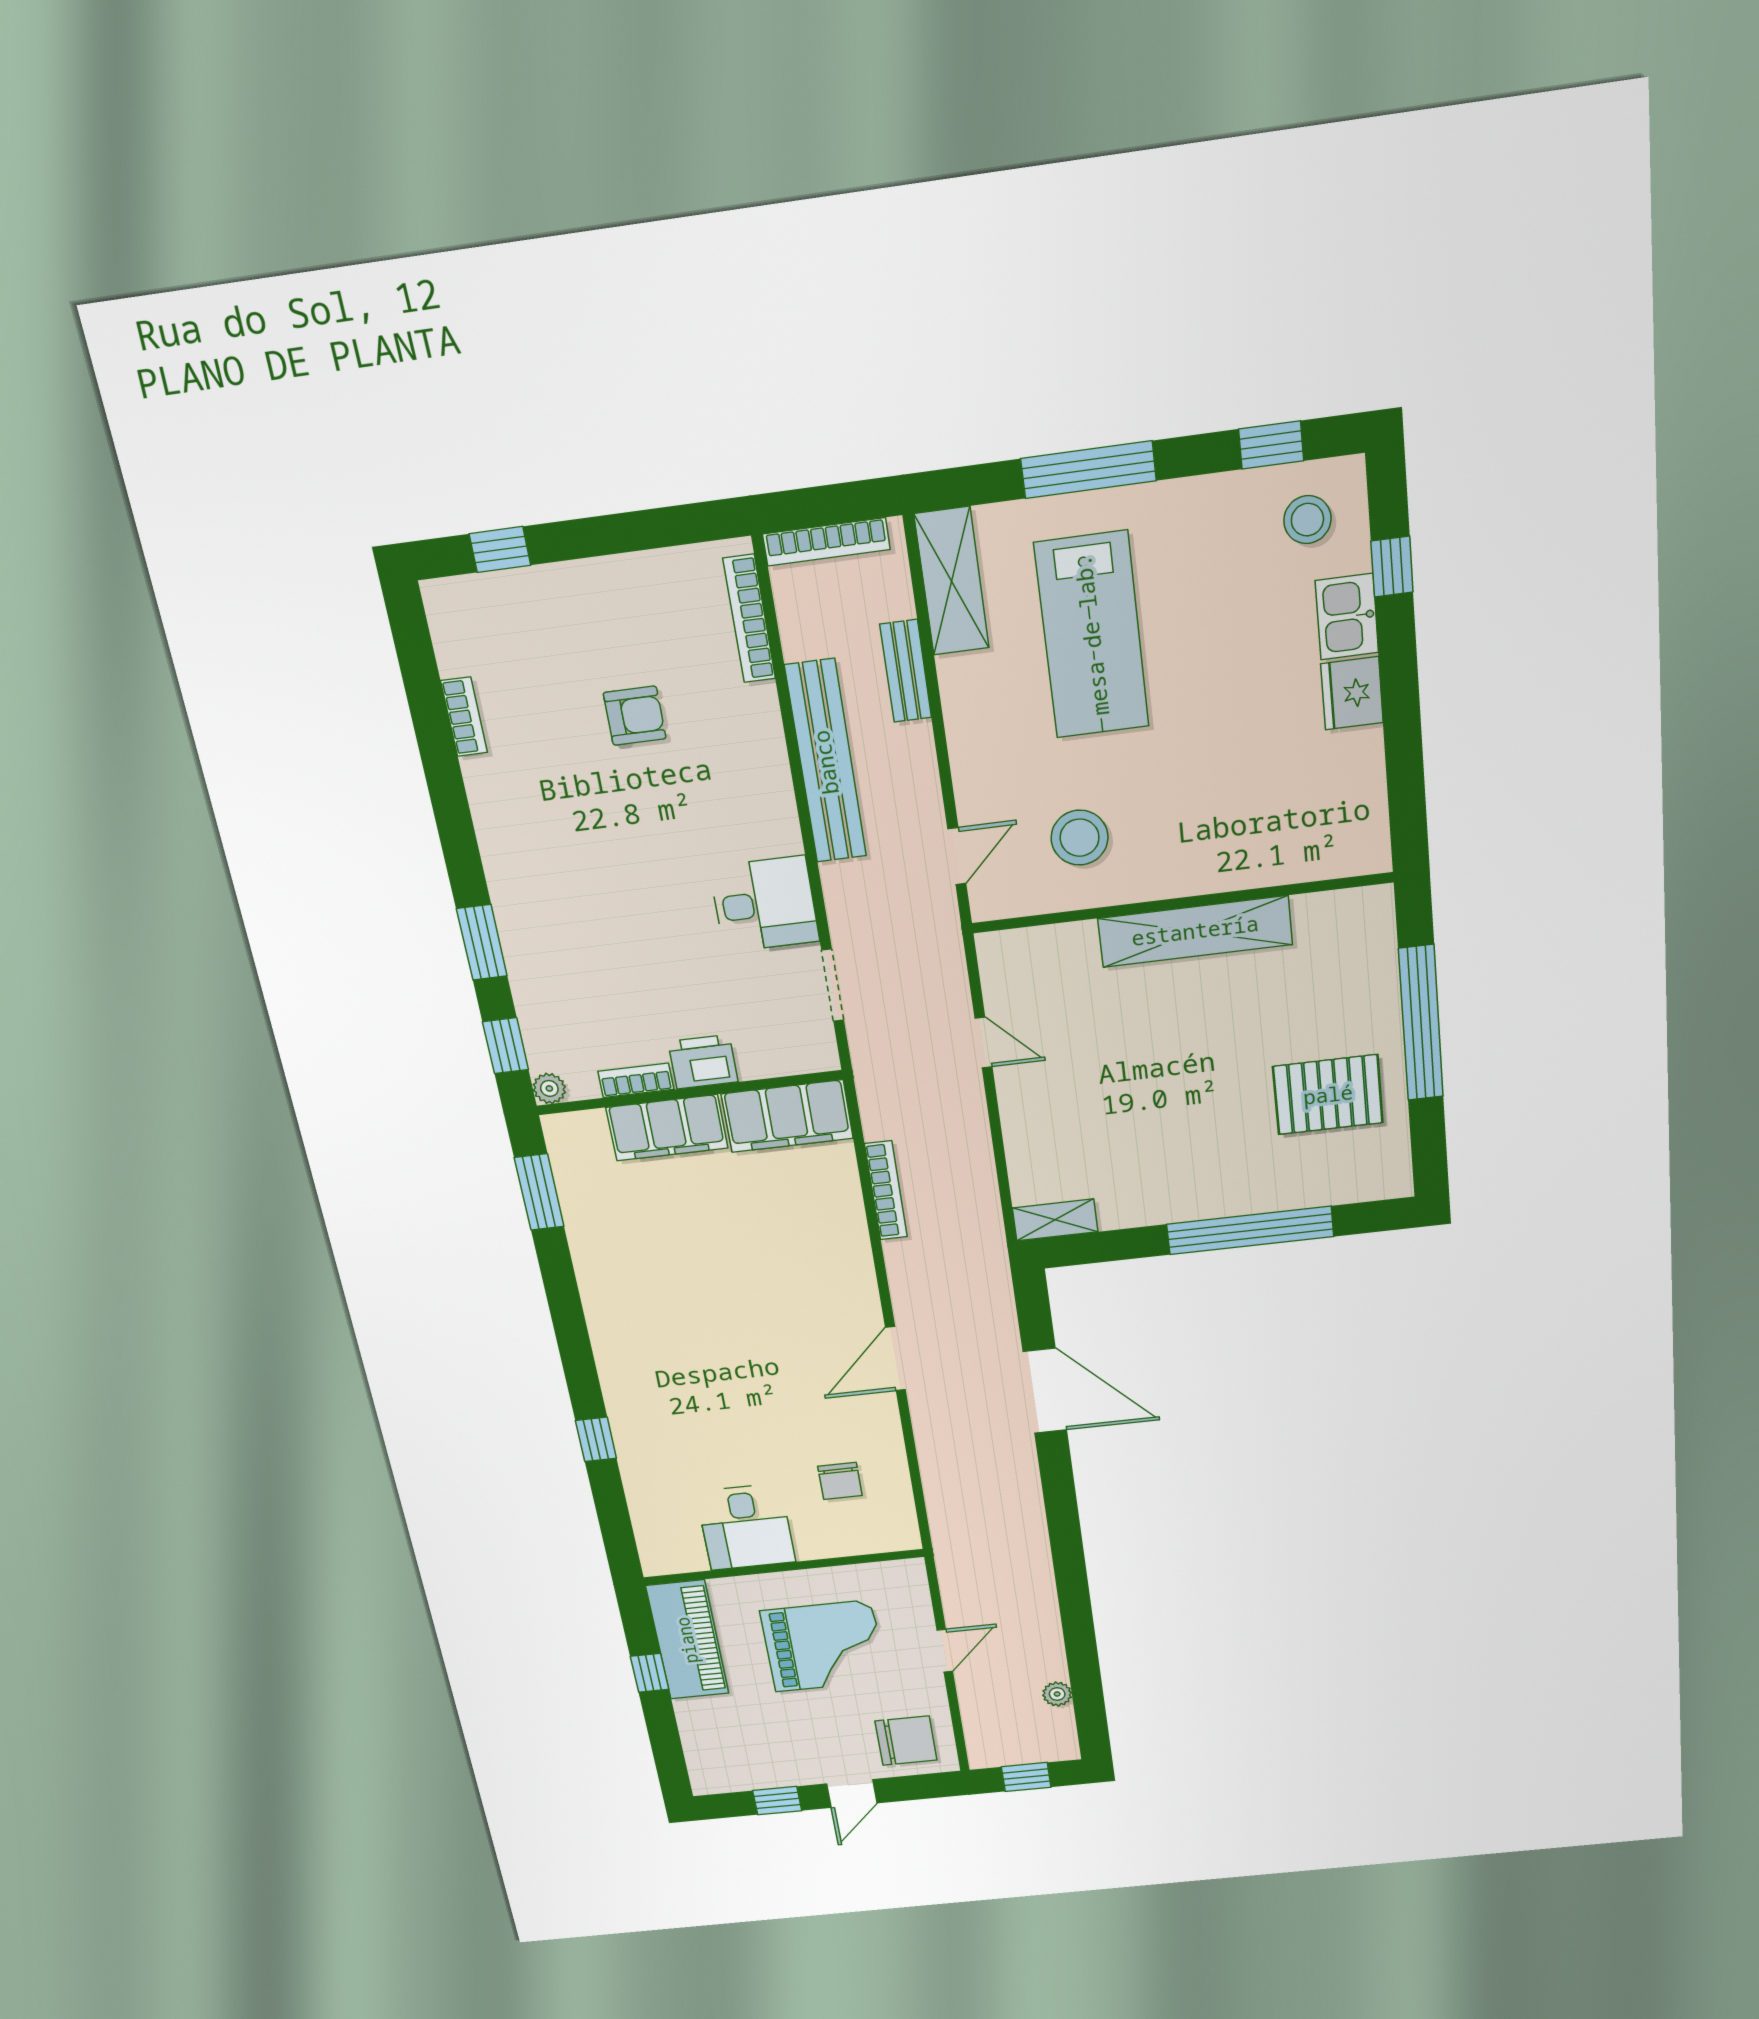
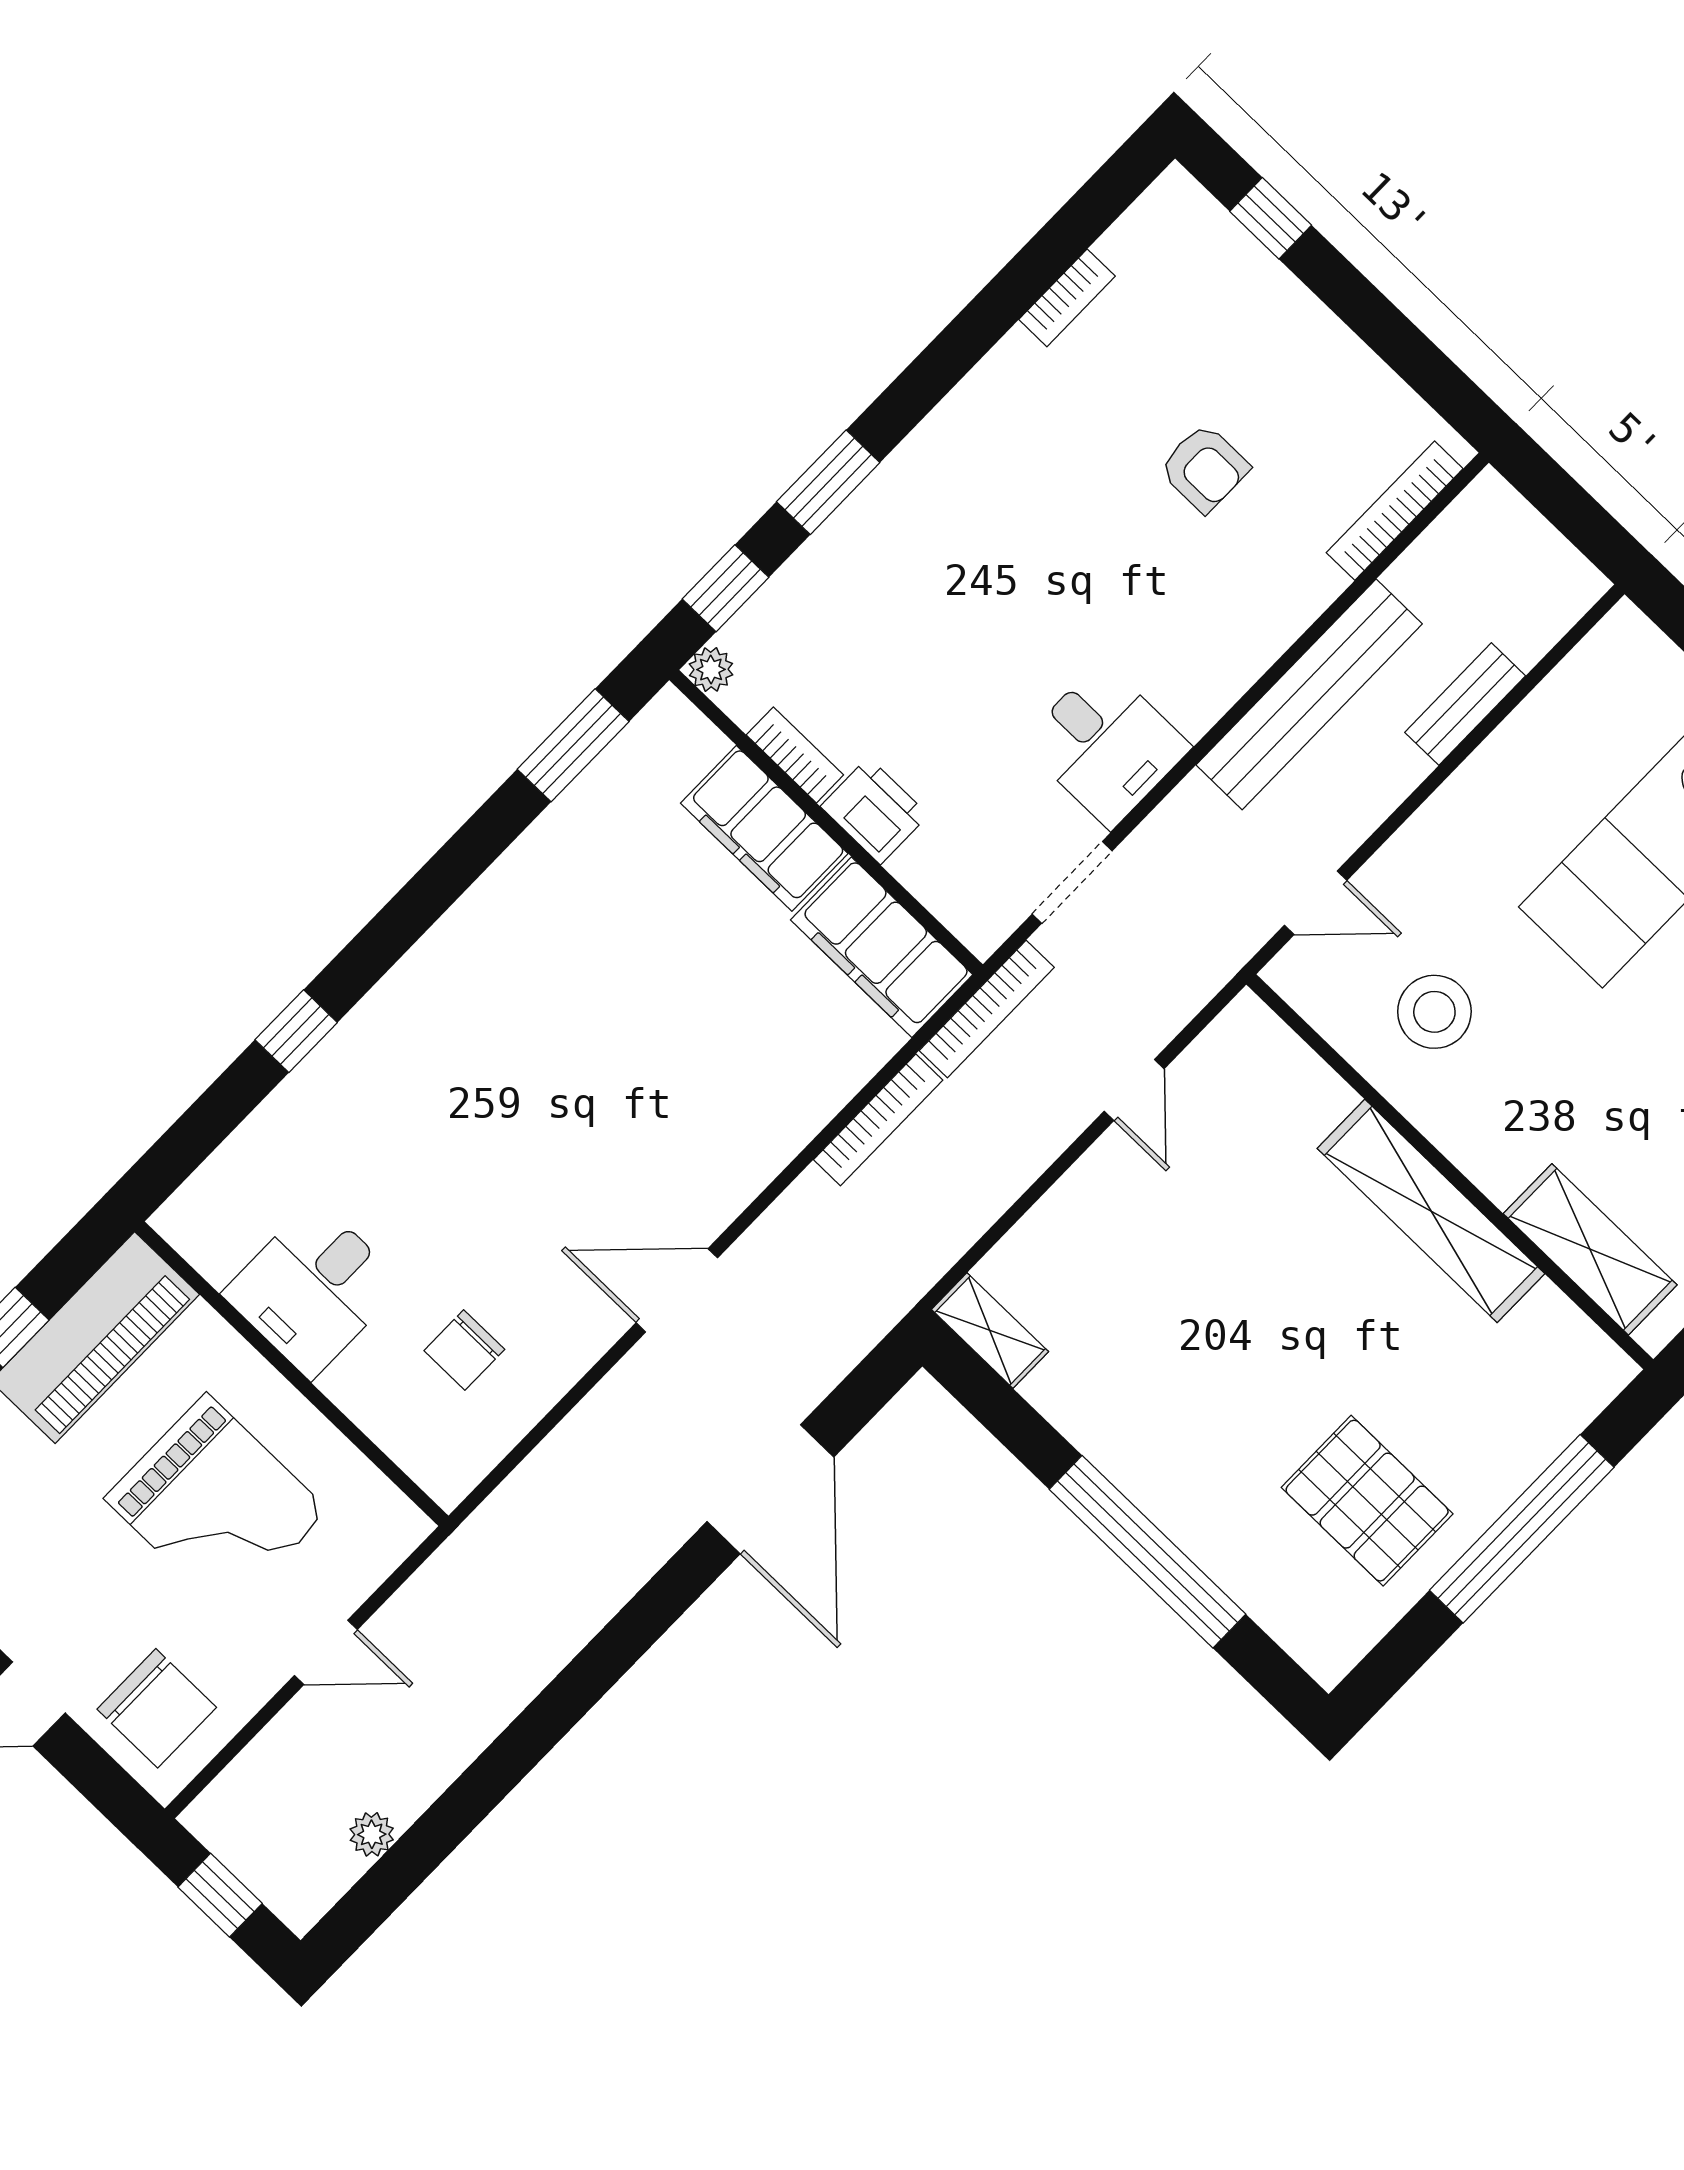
bookcase: (826, 542) -> (987, 1009), moved, turned -90
shelving: (952, 581) -> (1590, 1249), moved, turned 90

